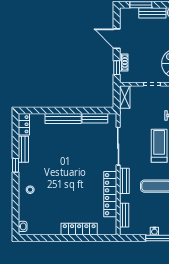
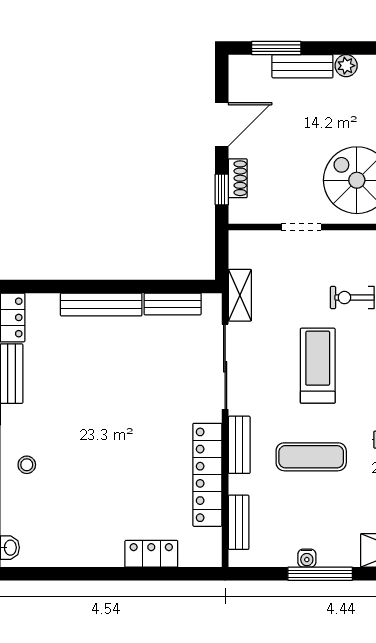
door: (117, 39) -> (222, 124), swing flipped
shelving: (125, 97) -> (240, 295), moved
locker: (79, 229) -> (151, 554), width x0.66

